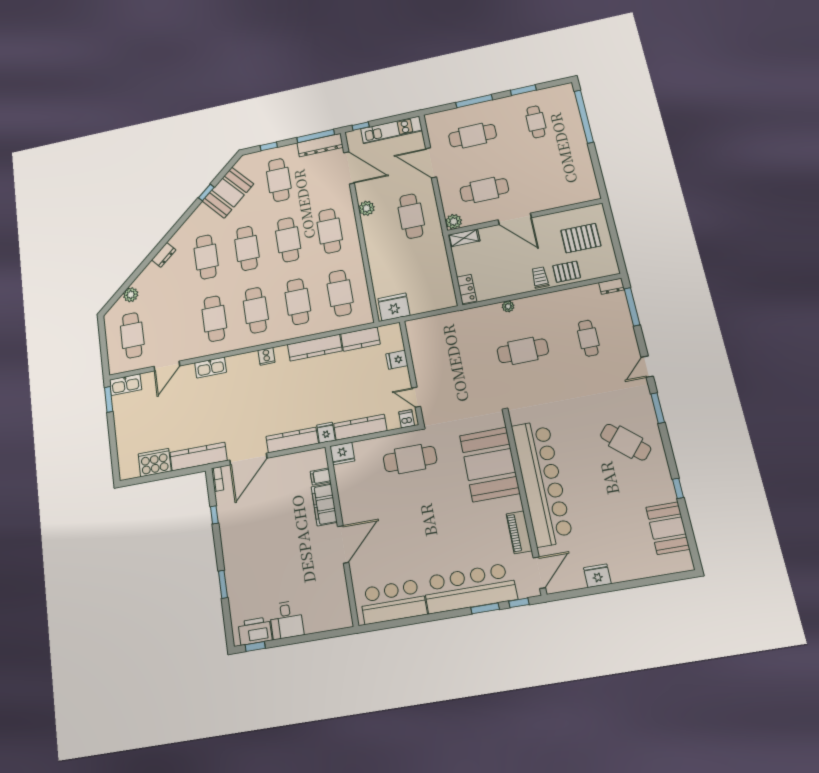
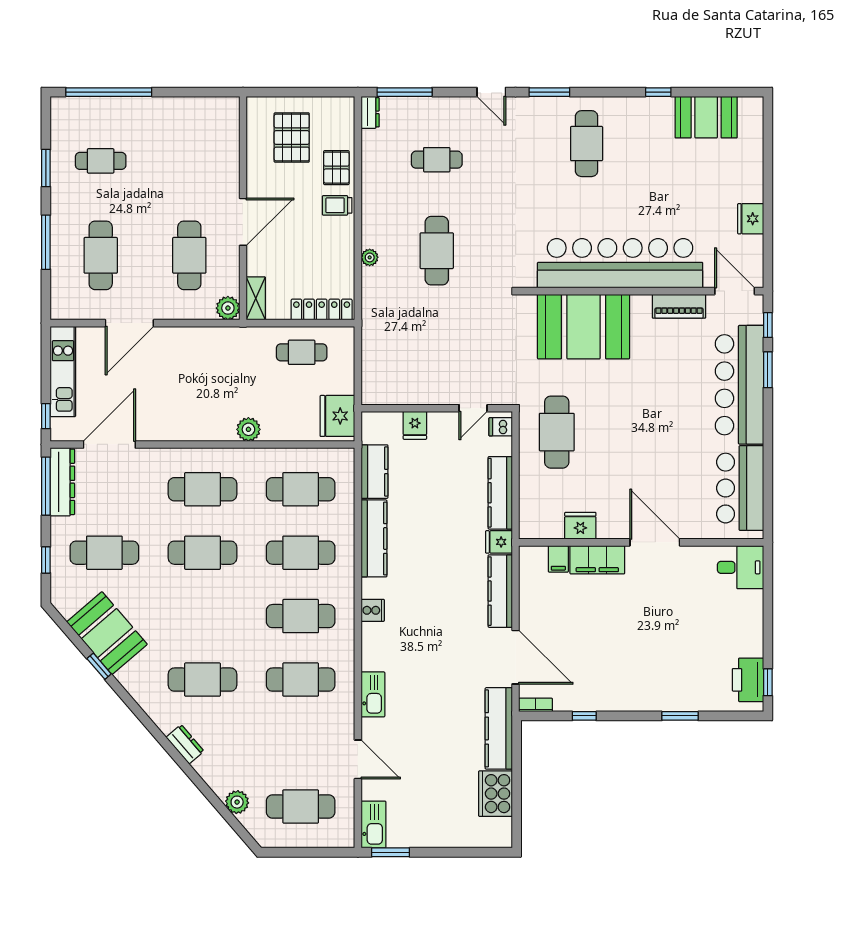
plant: (367, 208) -> (248, 429), moved
cafe table: (411, 216) -> (302, 352), moved, width x0.73, depth x0.74
cafe table: (247, 248) -> (202, 616), removed
locker: (467, 289) -> (322, 309), width x1.53
cafe table: (626, 442) -> (587, 144), turned -41
fridge: (342, 454) -> (580, 526), moved, turned -90
desk: (286, 620) -> (741, 567), moved

